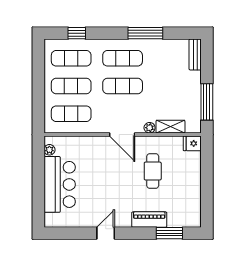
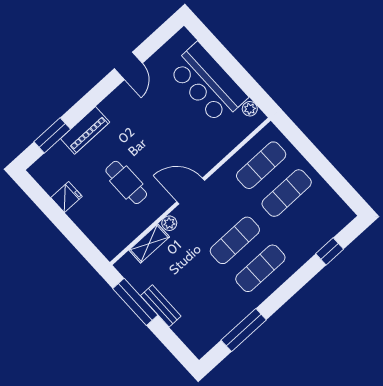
window: (145, 33) -> (244, 330), moved
bench: (195, 55) -> (161, 306), moved
exercise mat: (71, 58) -> (312, 221), removed
fridge: (192, 143) -> (66, 197), moved
door: (106, 233) -> (128, 66), moved

